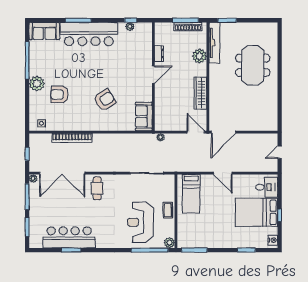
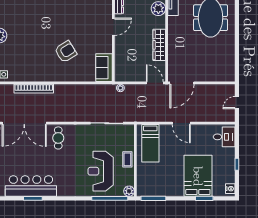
armchair: (60, 94) -> (22, 46), removed
bed: (256, 212) -> (198, 176), moved, turned 90

